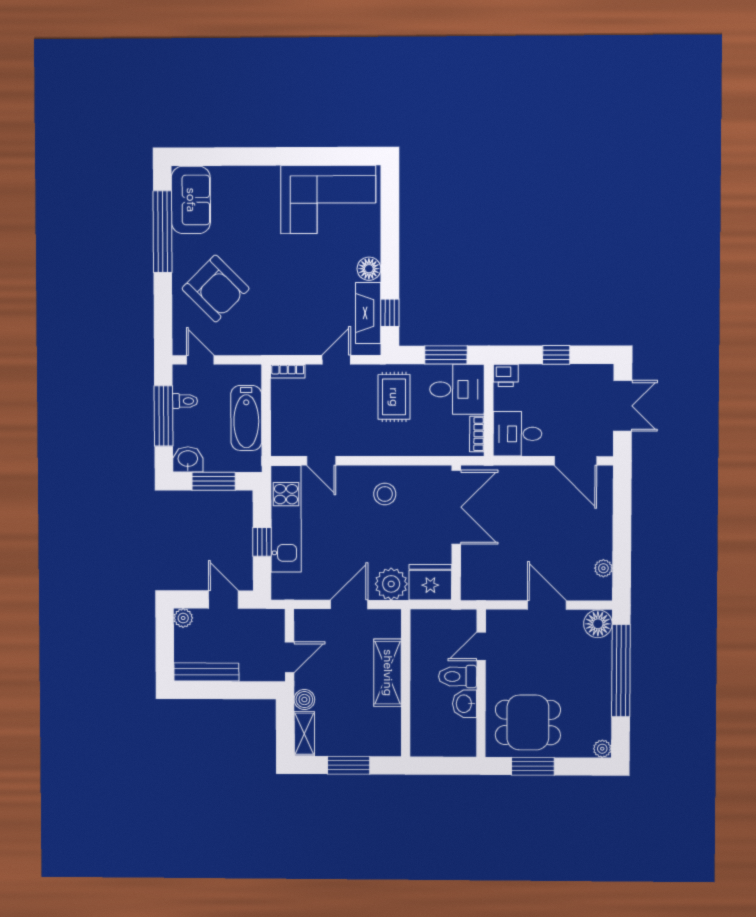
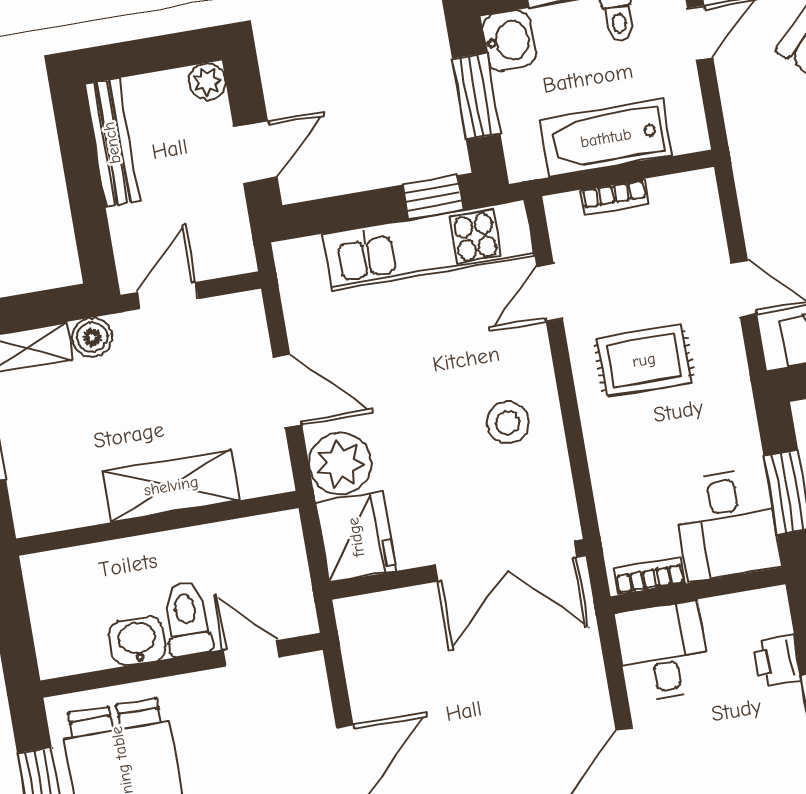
bookcase: (288, 371) -> (614, 197), moved, turned -90
printer: (506, 375) -> (777, 661), moved
rug: (394, 397) -> (644, 360), moved
window: (262, 542) -> (433, 197), moved
door: (290, 657) -> (168, 296), swing flipped

